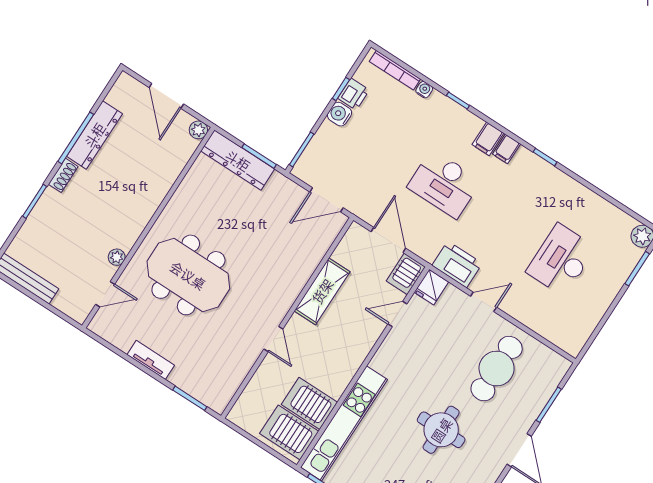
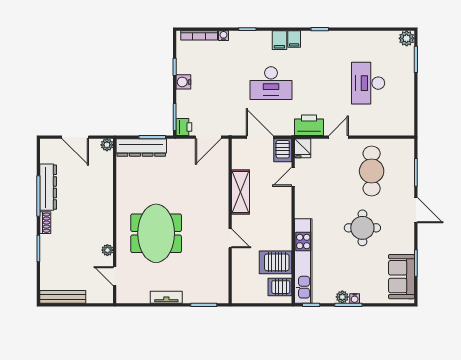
printer: (353, 94) -> (184, 127), moved
meeting table: (188, 275) -> (156, 233), turned 90
door: (105, 294) -> (115, 276), swing flipped
server rack: (289, 432) -> (280, 287), width x0.73, depth x0.70

